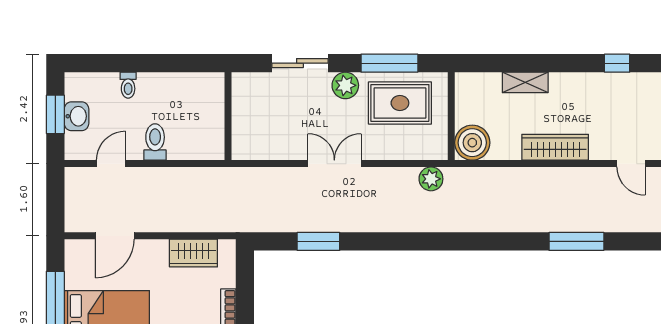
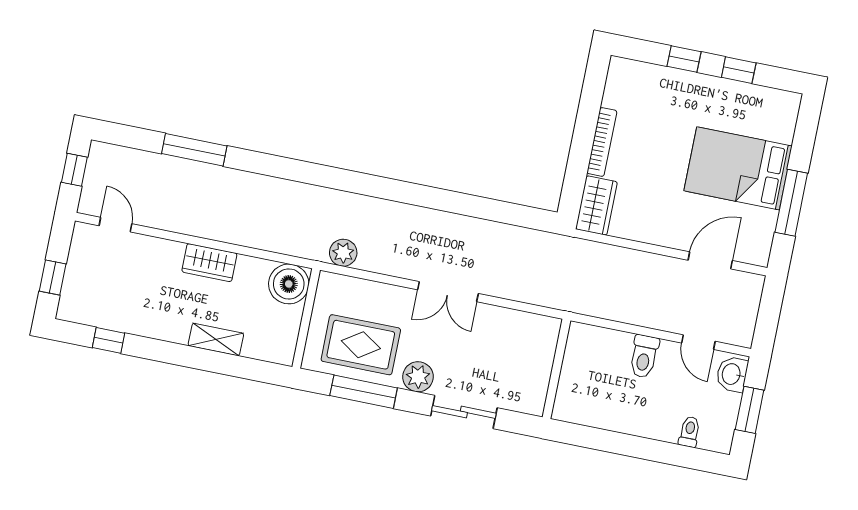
toilet: (128, 85) -> (689, 432), moved
washbasin: (77, 116) -> (732, 374), moved
wardrobe: (555, 147) -> (209, 263), width x0.67
door: (111, 164) -> (698, 342), hinge flipped
window: (318, 241) -> (483, 208), removed
wardrobe: (193, 253) -> (596, 205), moved, turned 90

